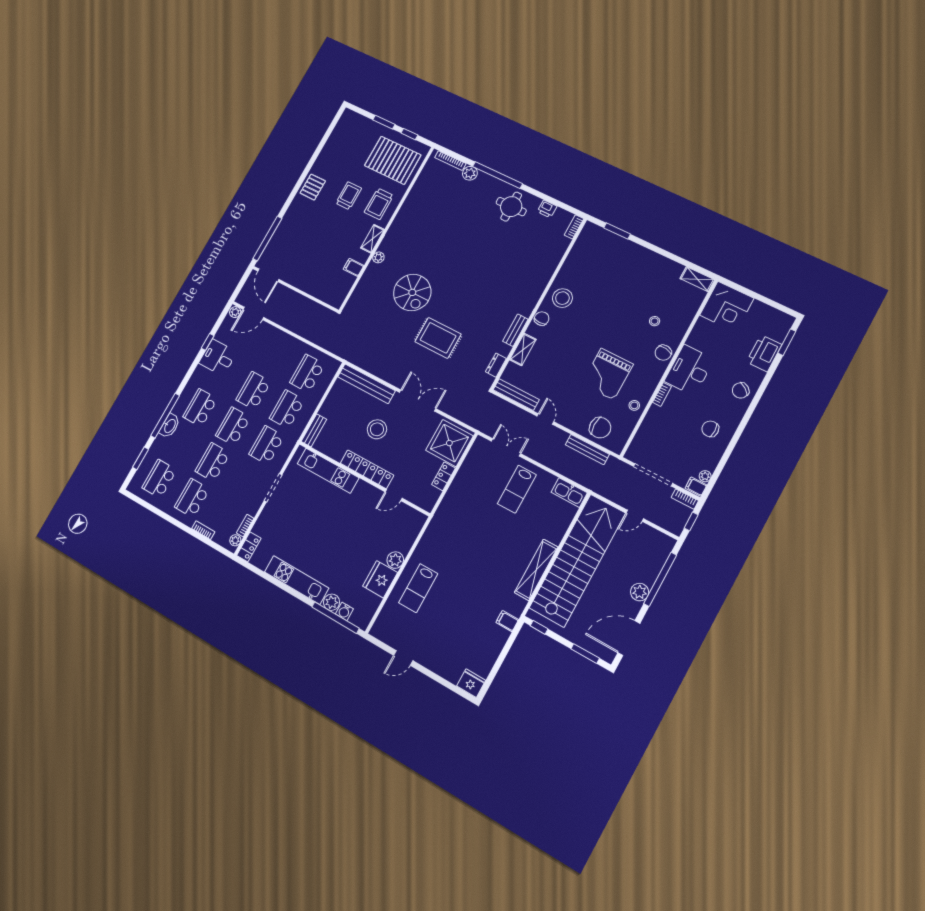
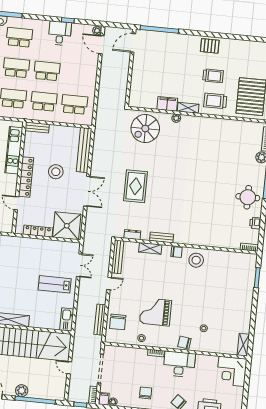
filing cabinet: (353, 267) -> (167, 104), width x2.00
spiral stairs: (412, 292) -> (145, 128), moved
locker: (443, 476) -> (38, 231), width x1.53

